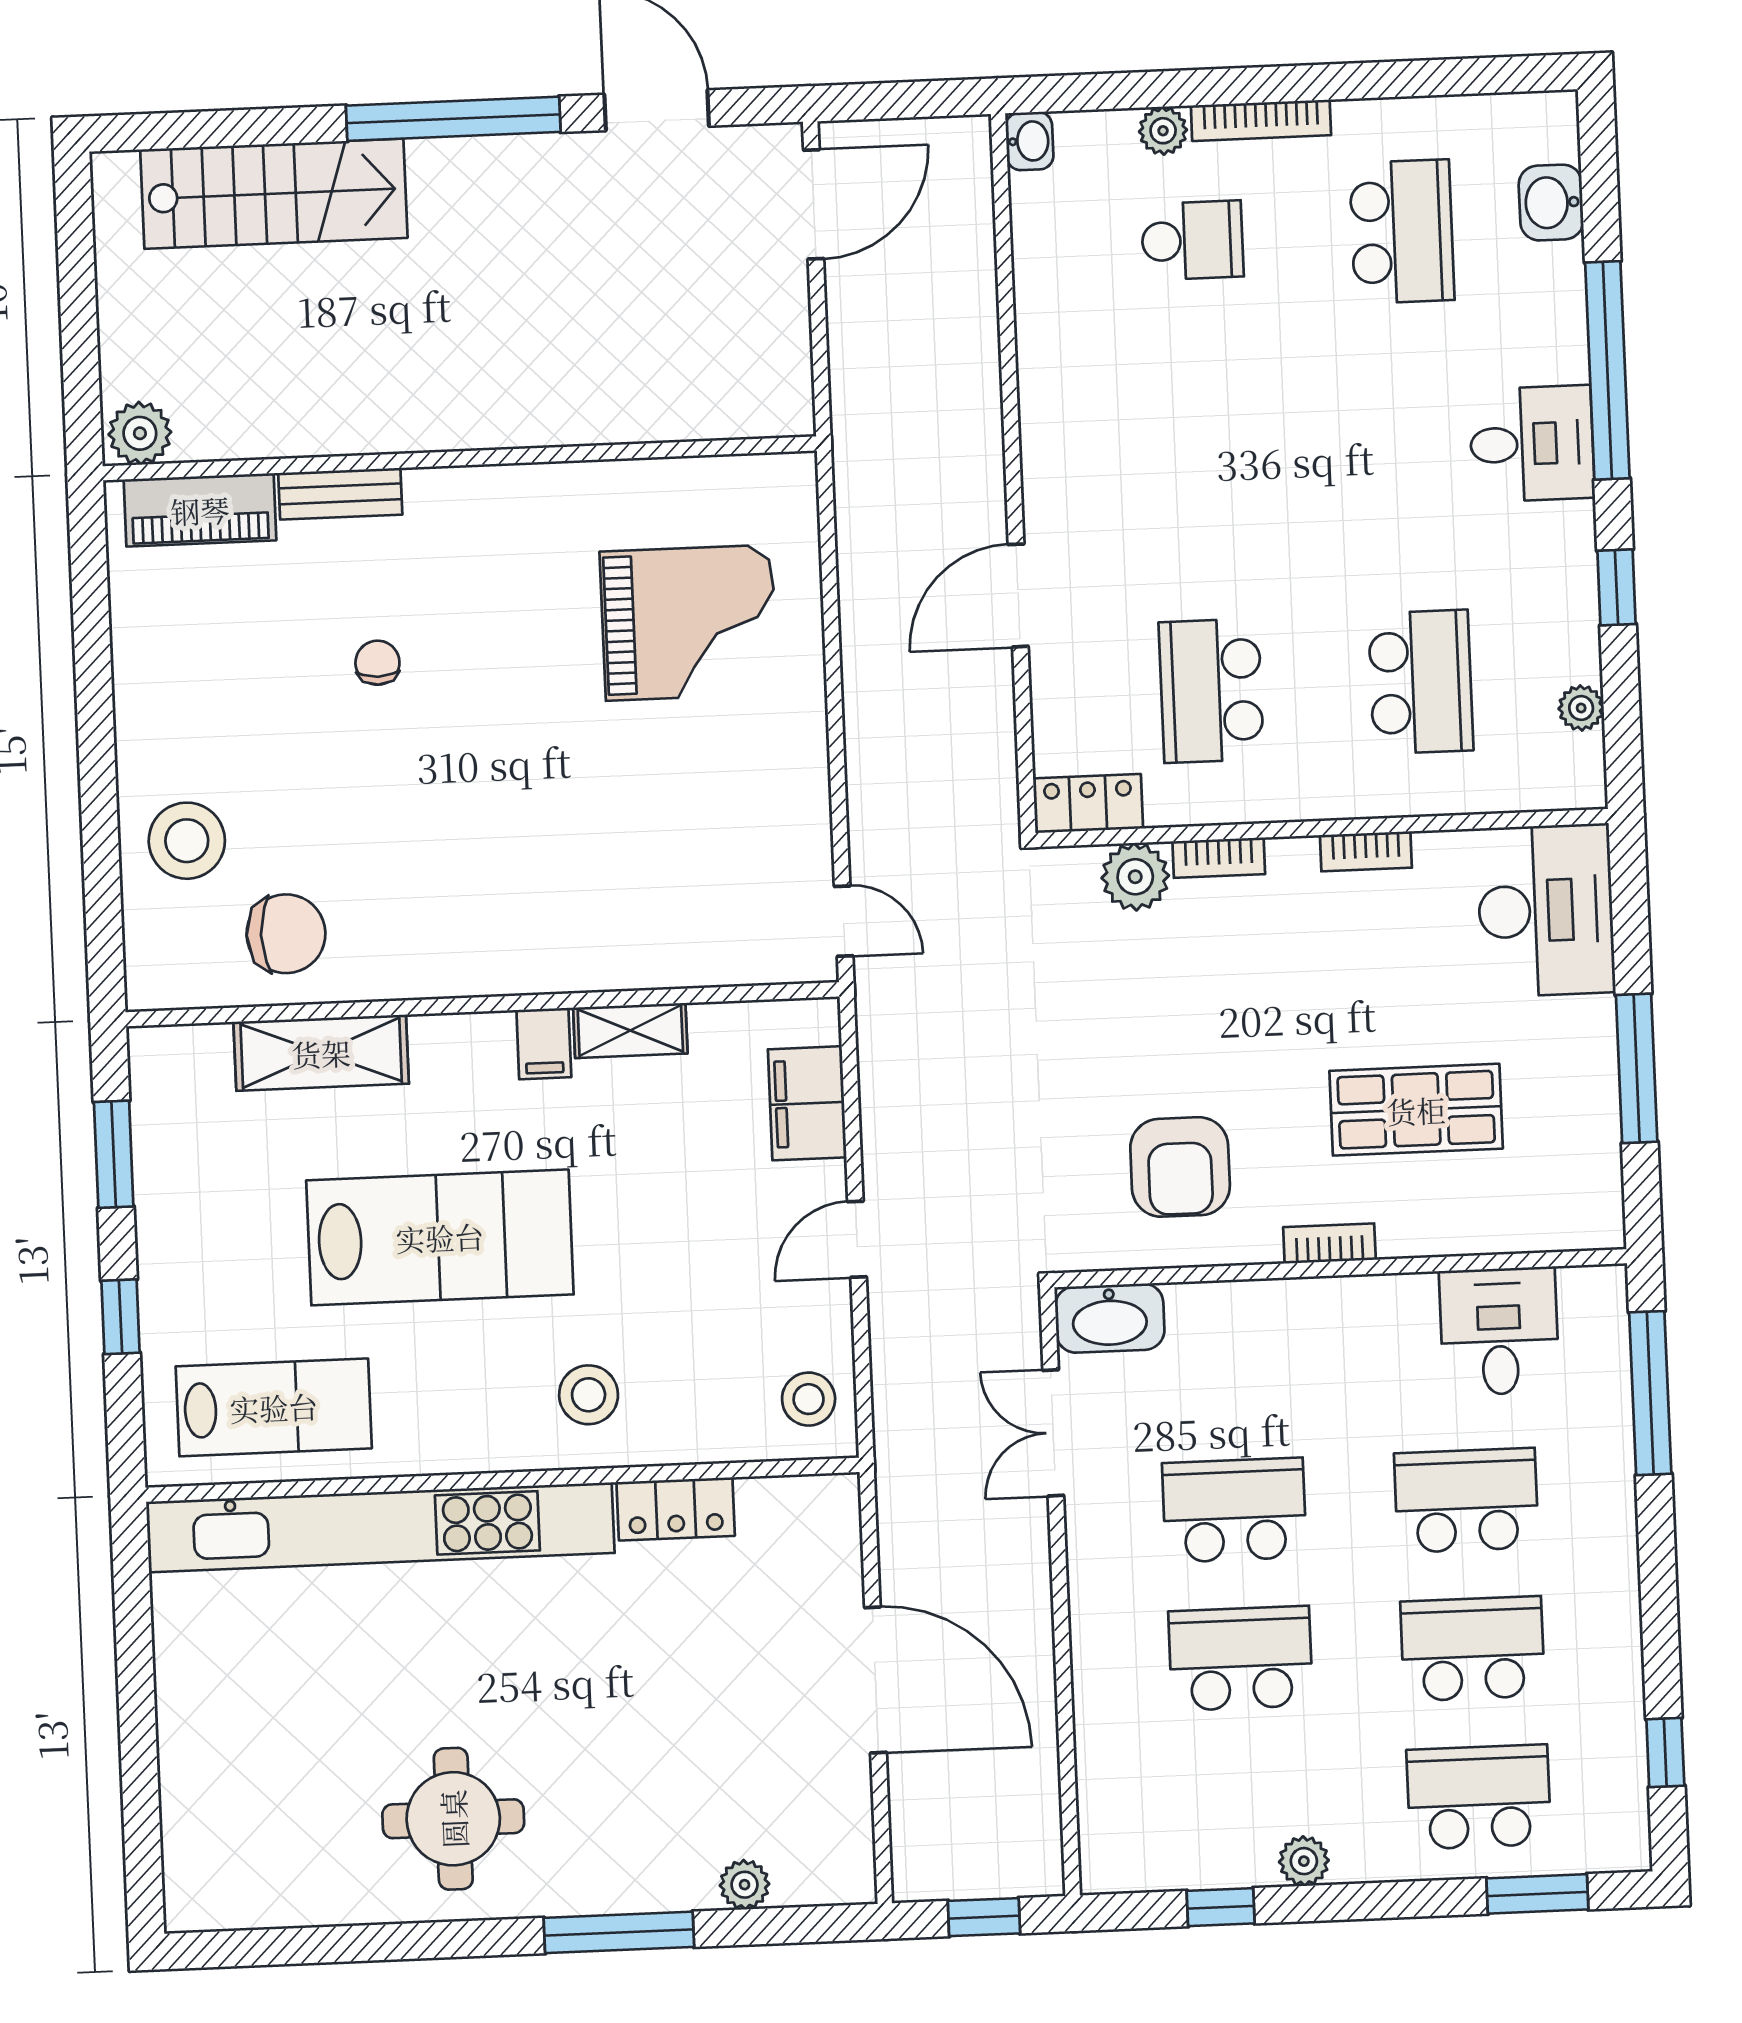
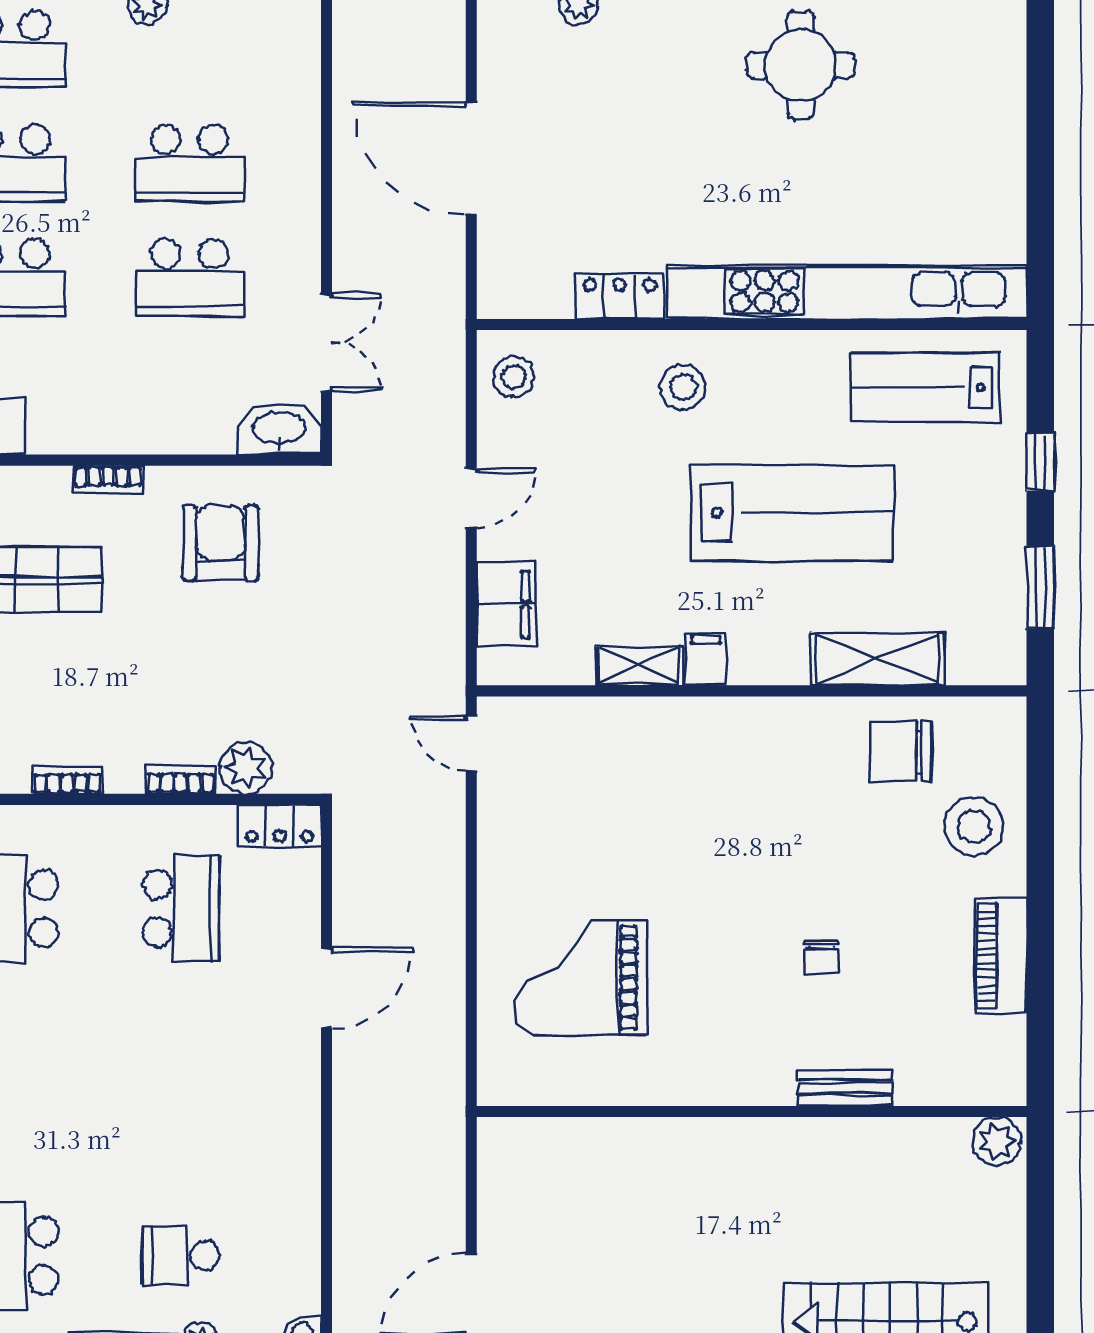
piano: (200, 510) -> (1001, 956), moved, turned -90
lab bench: (440, 1237) -> (792, 513), turned 180

